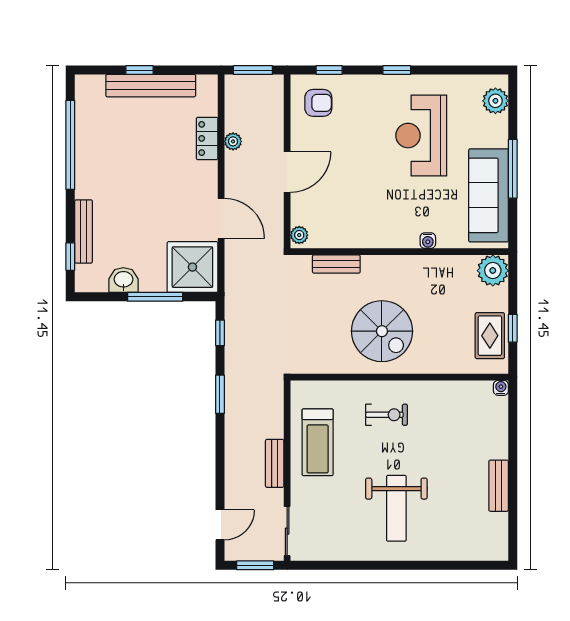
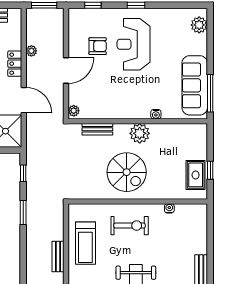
armchair: (318, 103) -> (98, 46), moved
reception desk: (421, 136) -> (133, 44), moved
locker: (207, 138) -> (15, 64), moved
window: (513, 169) -> (210, 93), moved
plant: (493, 271) -> (140, 133), moved
water cooler: (501, 388) -> (169, 208), moved
exercise bike: (387, 415) -> (130, 226), width x1.38, depth x1.39

